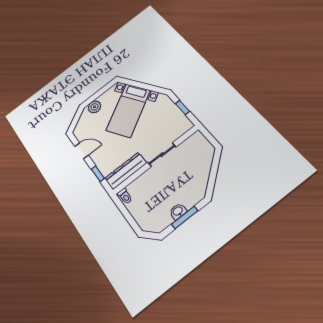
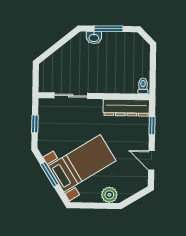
window: (145, 86) -> (50, 174), added
sliding door: (162, 155) -> (71, 96), moved
washbasin: (178, 211) -> (94, 38), moved

